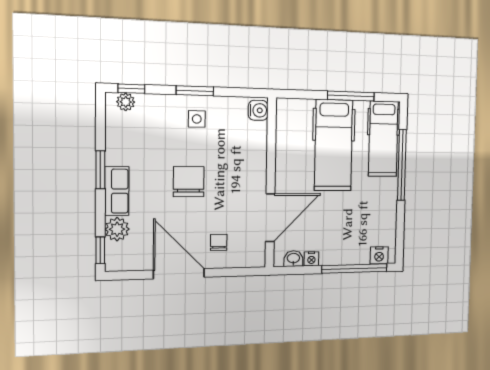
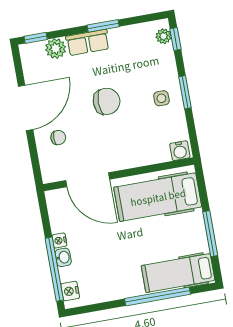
hospital bed: (334, 145) -> (158, 197), moved
washbasin: (293, 259) -> (63, 257), moved
nightstand: (311, 259) -> (59, 240), moved

